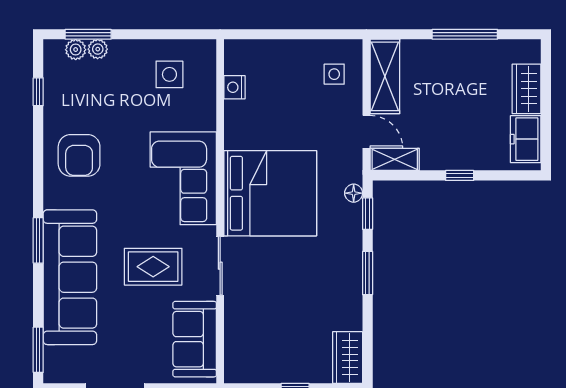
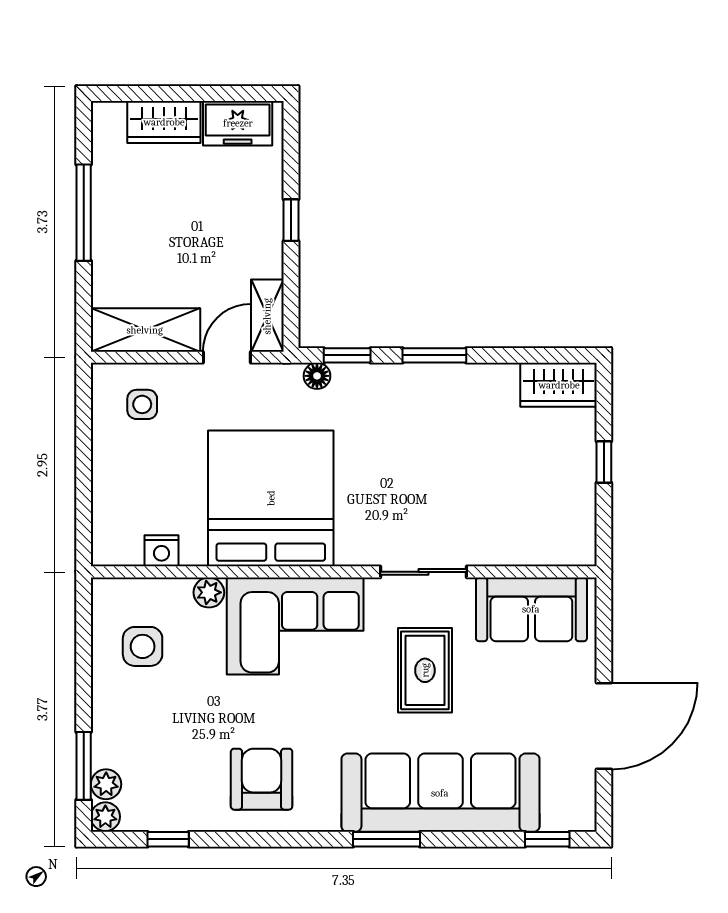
plant: (98, 49) -> (105, 817), moved
plant: (206, 120) -> (209, 592), added
armchair: (79, 155) -> (262, 779), turned -90
bed: (270, 193) -> (271, 498), moved
window: (38, 350) -> (547, 839), width x0.67

